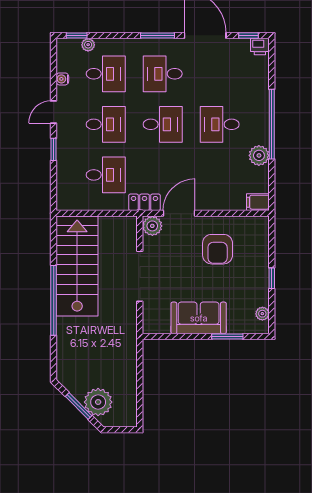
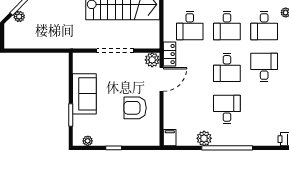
door: (179, 213) -> (162, 79), hinge flipped
plant: (98, 402) -> (19, 17), width x0.53, depth x0.53

